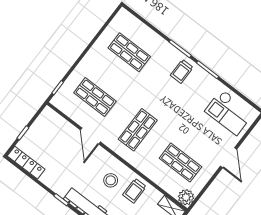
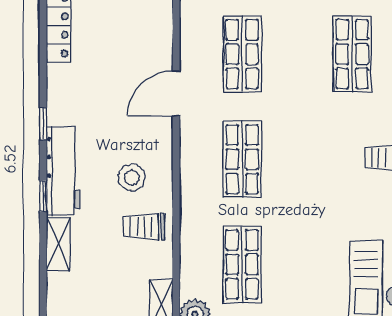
shop shelf: (138, 130) -> (242, 159), turned 90

